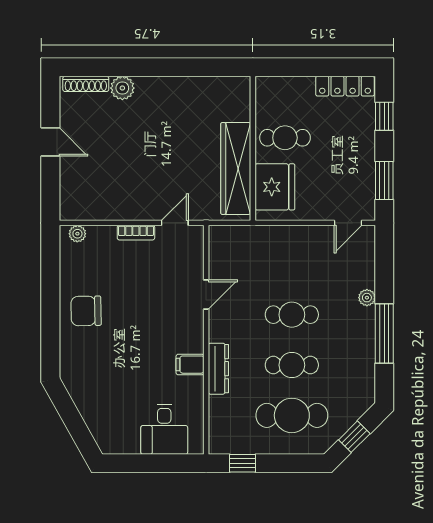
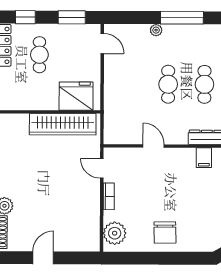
cafe table: (285, 138) -> (39, 55), moved
plant: (77, 234) -> (115, 233), width x1.88, depth x1.88

